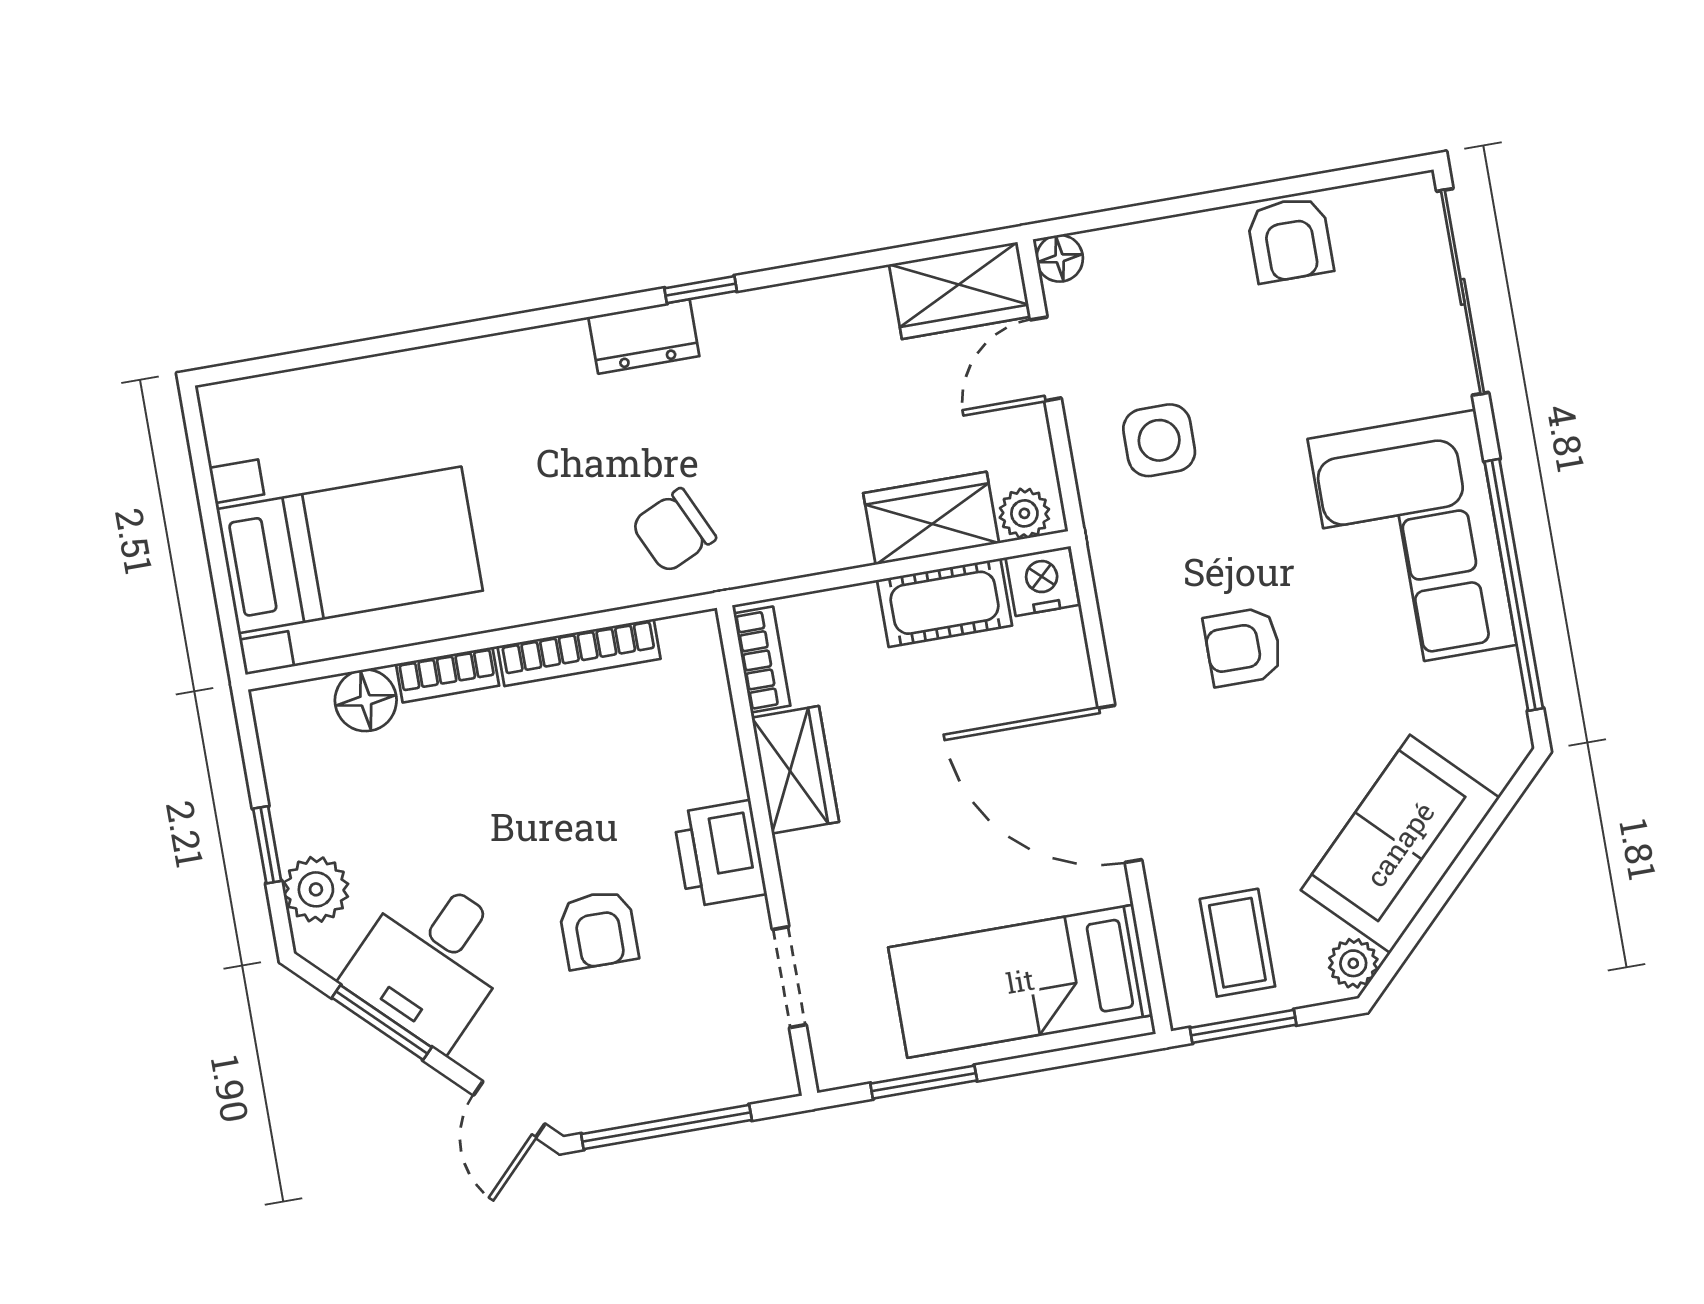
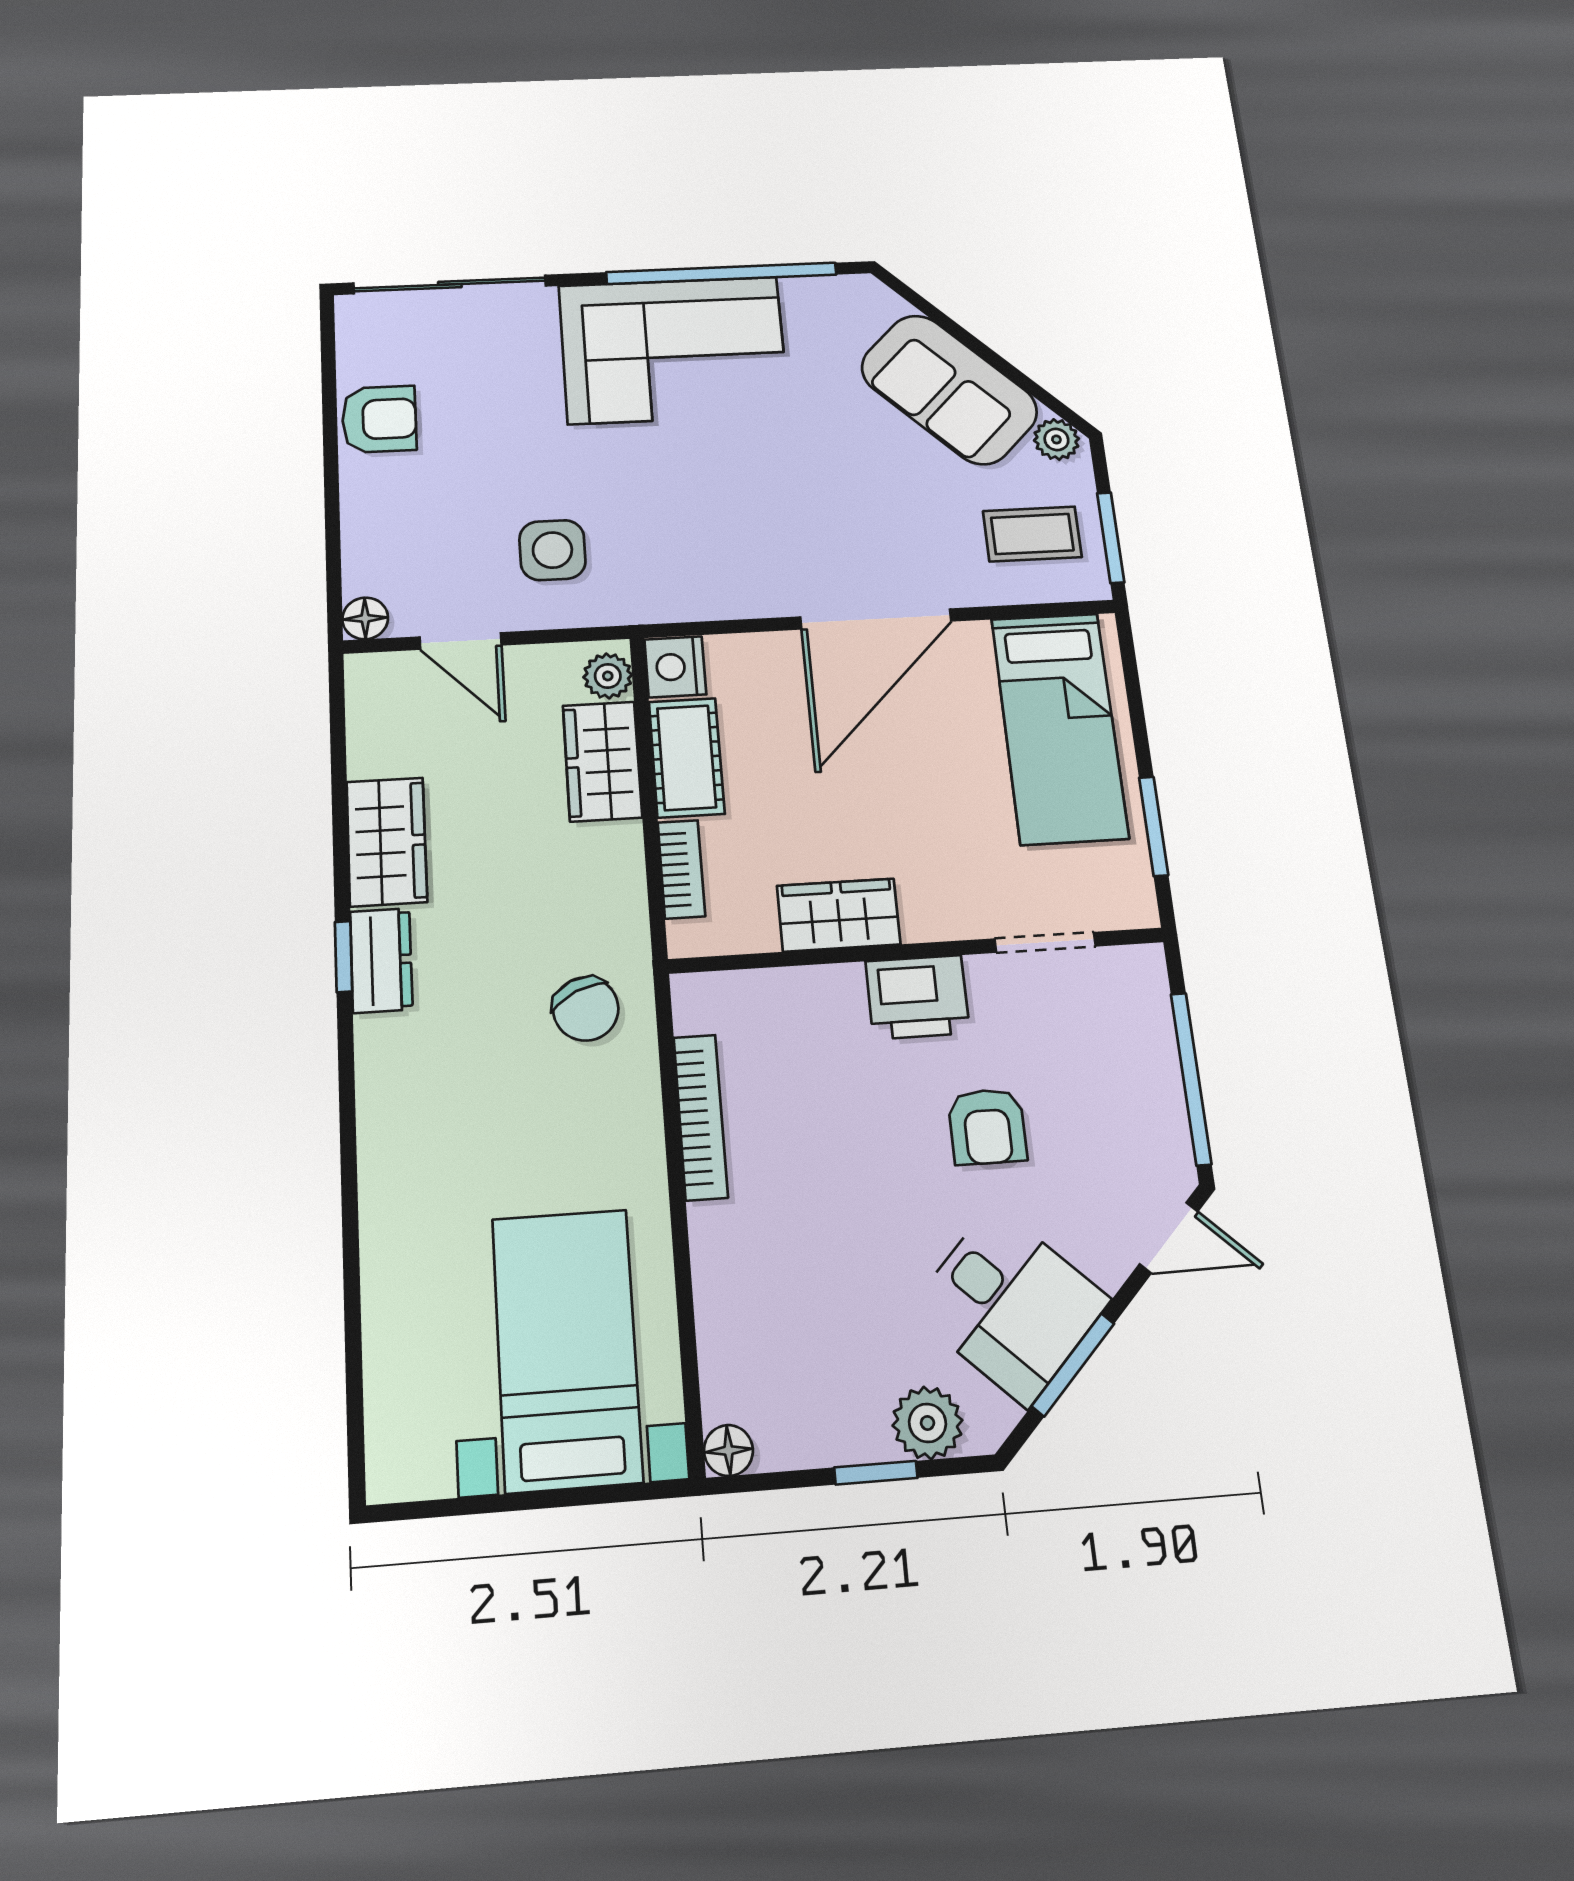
wardrobe: (960, 291) -> (387, 842), moved
dresser: (644, 337) -> (381, 960), moved
armchair: (1243, 647) -> (756, 500), removed
bookcase: (762, 660) -> (681, 869), moved, turned 90
bookcase: (447, 675) -> (711, 1257), removed
floor lamp: (366, 700) -> (728, 1450), moved, width x0.73, depth x0.73
armchair: (598, 930) -> (987, 1127), turned 90

